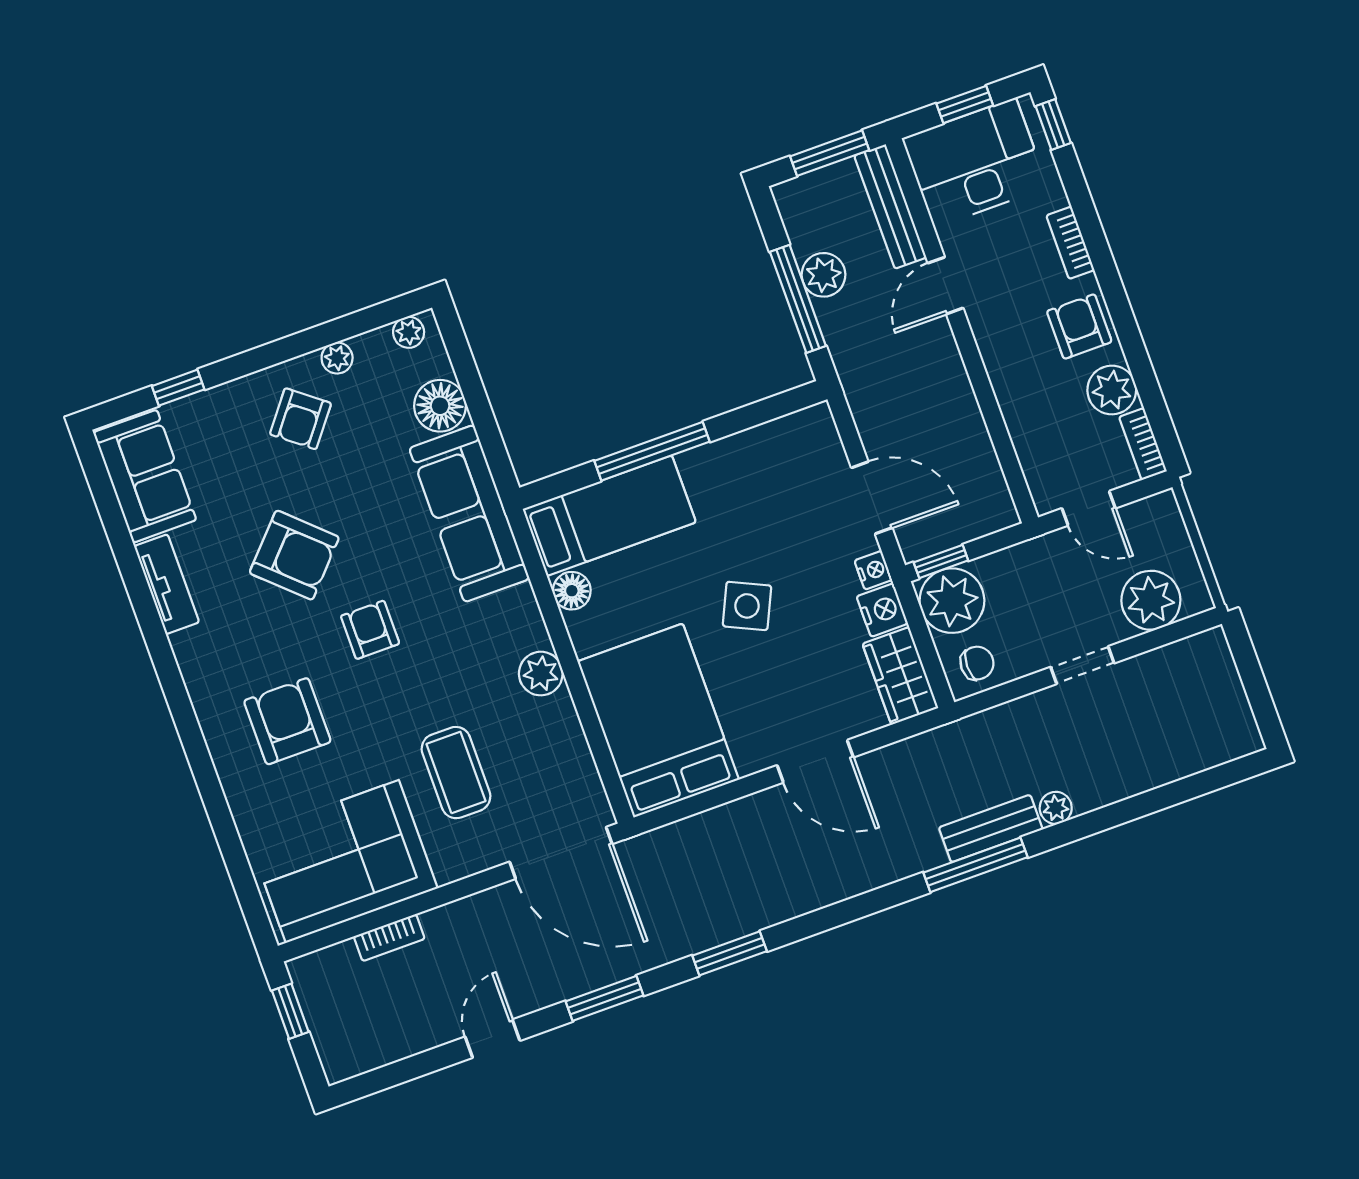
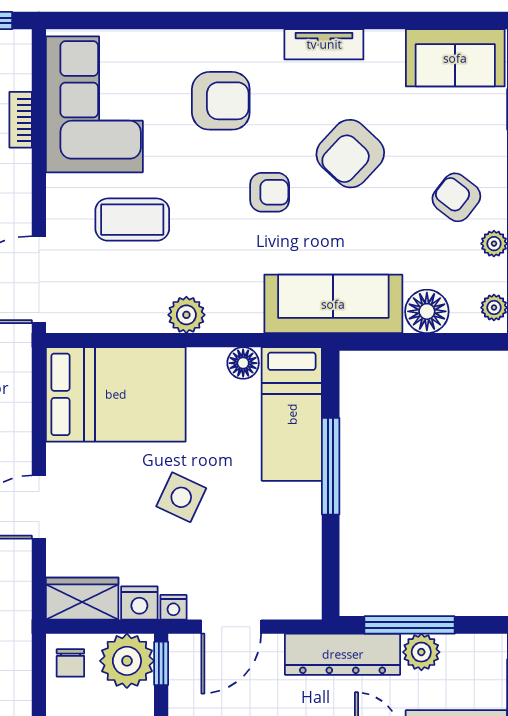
dresser: (858, 362) -> (343, 654), added
tv unit: (167, 584) -> (324, 44), moved

